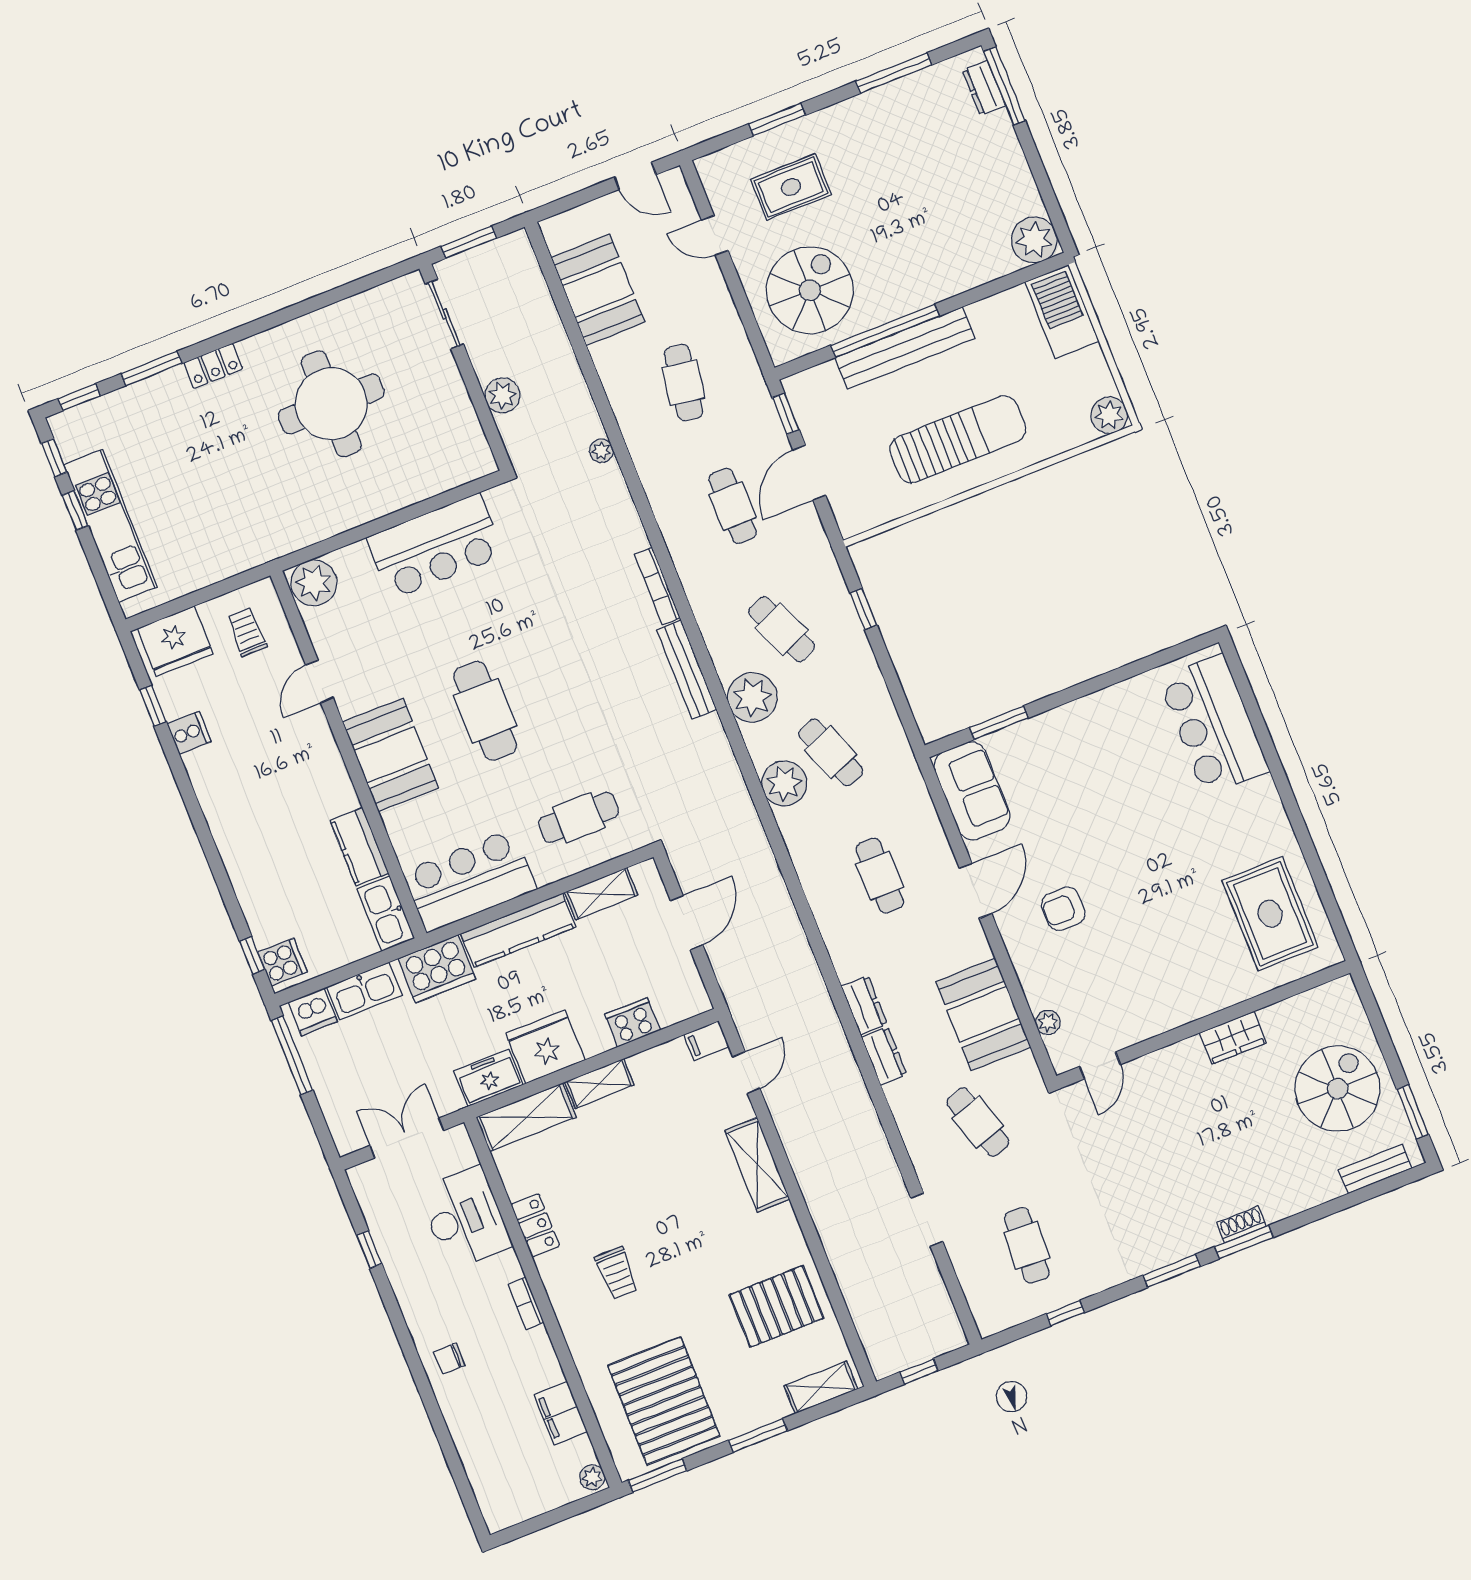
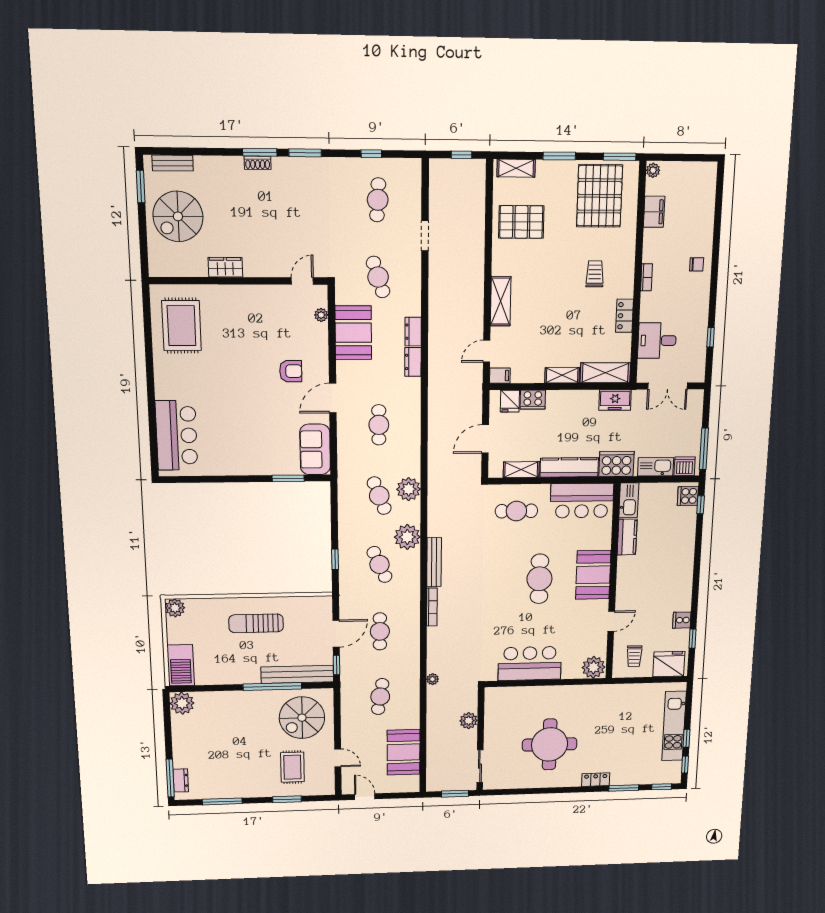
rug: (791, 187) -> (292, 767), turned 90
bench: (905, 348) -> (297, 674), moved
sun lounger: (958, 439) -> (256, 623), width x0.73, depth x0.75
fridge: (545, 1047) -> (510, 401), moved, width x0.53, depth x0.75
desk: (465, 1218) -> (657, 341), width x0.73

